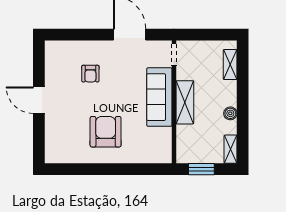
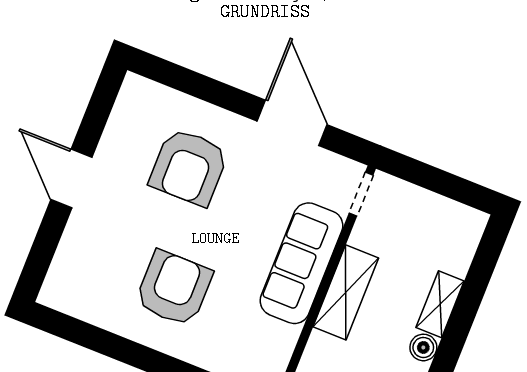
shelving: (230, 65) -> (440, 304), moved
armchair: (90, 74) -> (189, 167), width x1.88, depth x1.88

